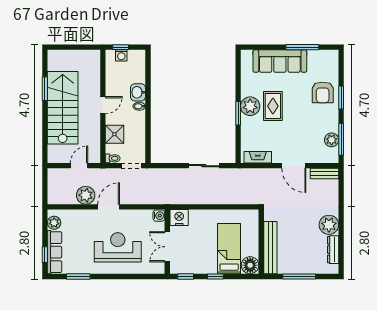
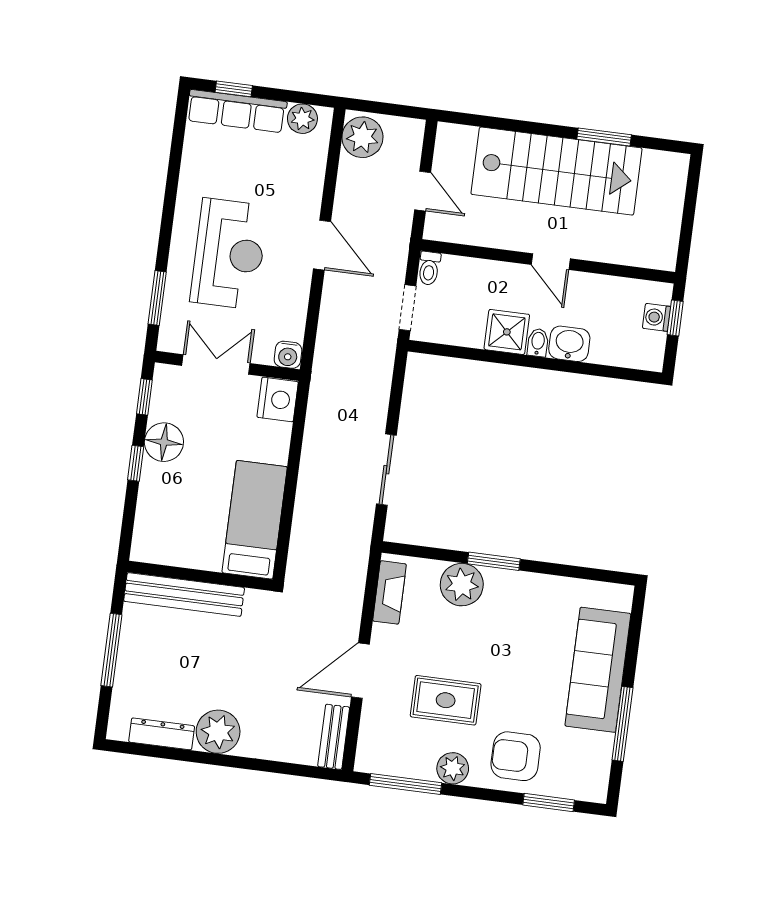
window: (341, 97) -> (549, 802), moved
plant: (250, 106) -> (462, 585), moved
rug: (273, 106) -> (446, 700), moved
shower: (114, 134) -> (507, 332), moved
plant: (332, 140) -> (453, 768), moved
plant: (86, 195) -> (362, 137), moved
bed: (229, 249) -> (255, 520), moved, turned -90
floor lamp: (250, 265) -> (164, 442), moved
window: (78, 276) -> (157, 298), moved

